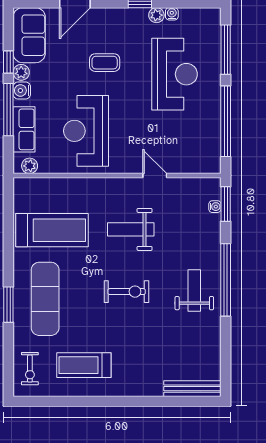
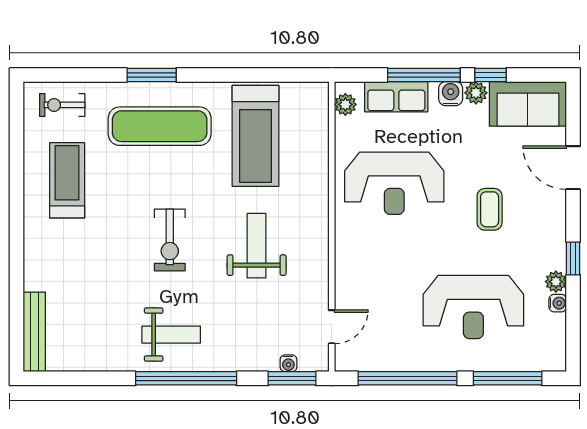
reception desk: (86, 131) -> (394, 183), turned 180
door: (155, 176) -> (332, 327), moved

